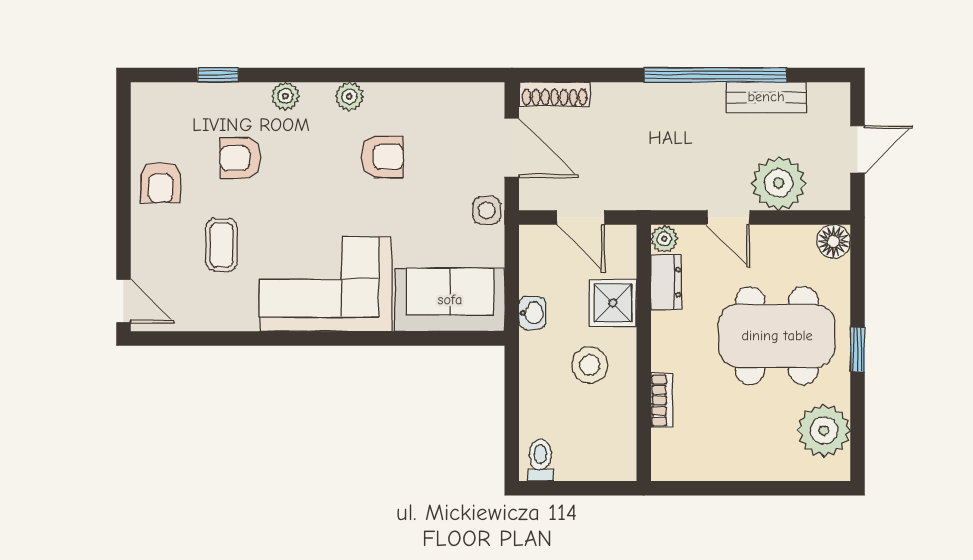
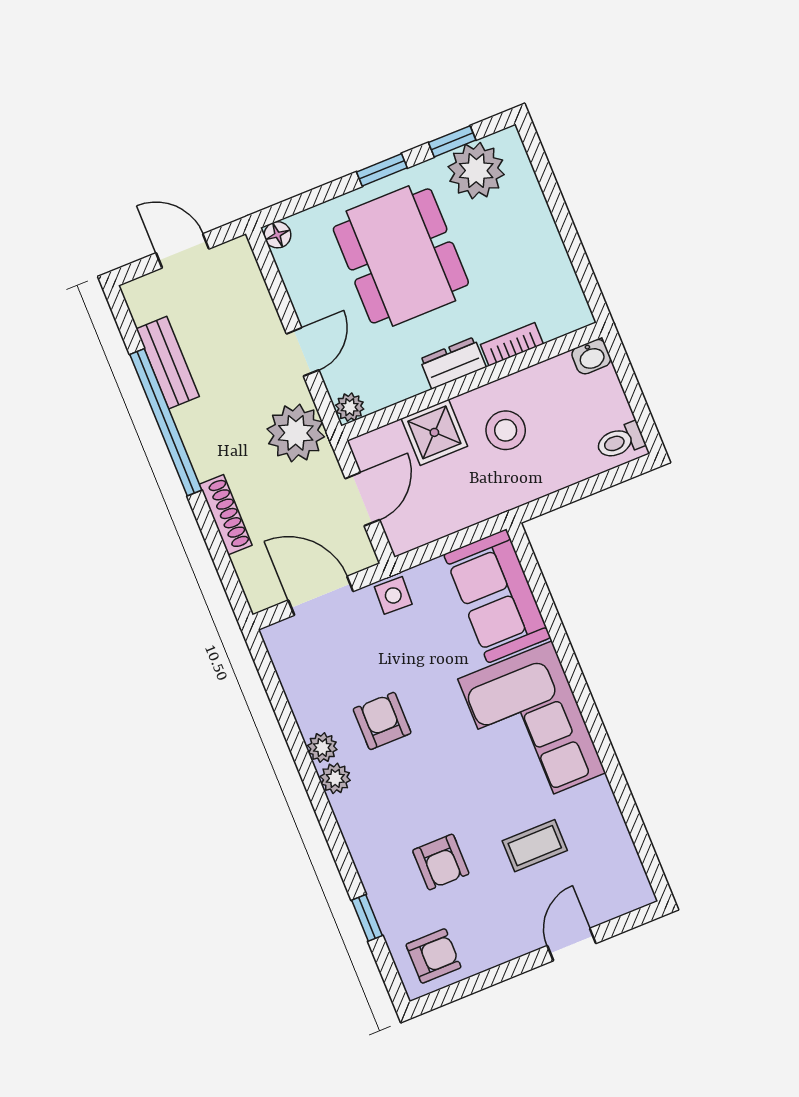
shoe rack: (555, 94) -> (226, 515), moved
plant: (285, 96) -> (322, 748), moved
door: (512, 148) -> (321, 596), hinge flipped
armchair: (161, 183) -> (433, 956), moved
plant: (779, 183) -> (296, 433), moved
floor lamp: (833, 241) -> (278, 235), width x0.73, depth x0.73
dresser: (666, 282) -> (453, 363), moved
door: (123, 301) -> (572, 945), moved
washbasin: (532, 313) -> (591, 357), moved, turned 180
window: (857, 420) -> (452, 141), added

